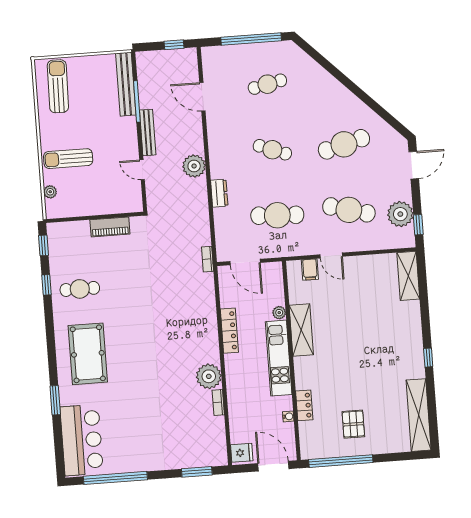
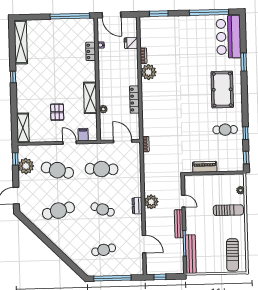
dresser: (219, 193) -> (137, 206), moved
kitchen unit: (279, 358) -> (105, 81), removed
pallet: (353, 424) -> (57, 112), moved
fridge: (242, 453) -> (131, 43), moved

